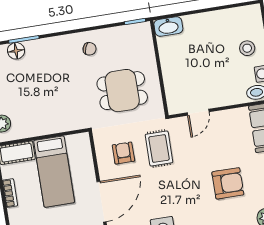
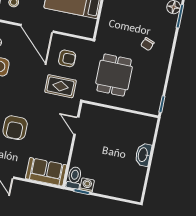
washbasin: (168, 27) -> (143, 155), moved
stool: (247, 48) -> (110, 180), removed
chair: (90, 49) -> (147, 44), moved

